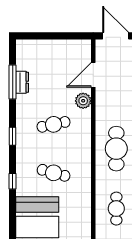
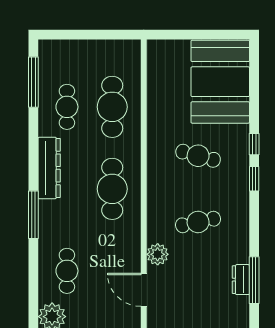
door: (93, 75) -> (144, 290), swing flipped
window: (13, 136) -> (254, 179), moved
cafe table: (116, 209) -> (112, 107), width x1.37, depth x1.35

